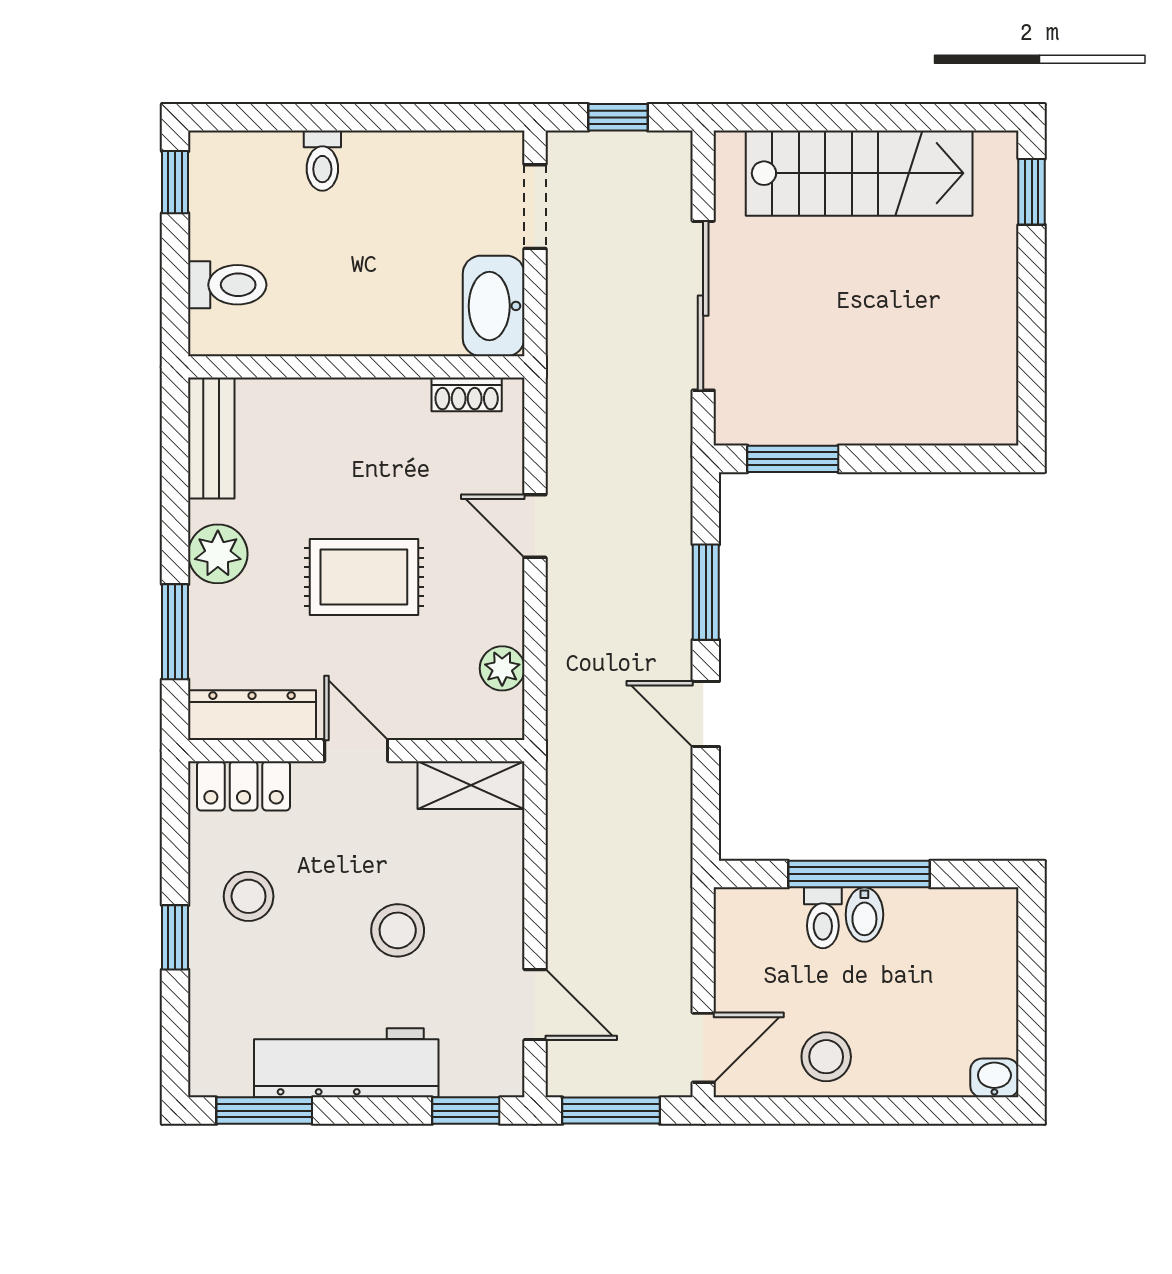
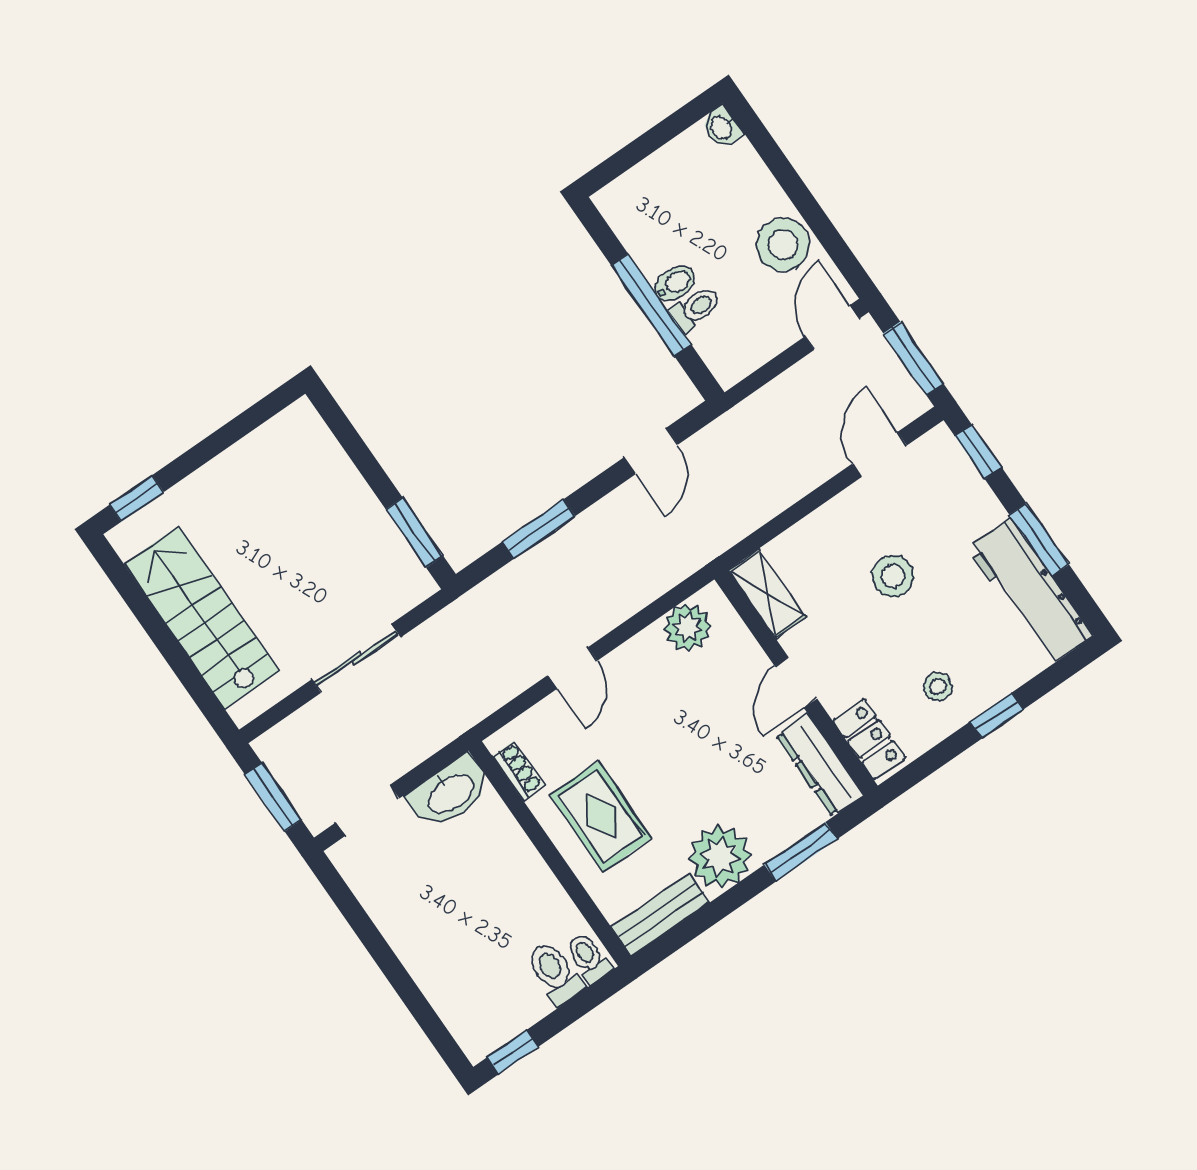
window: (618, 117) -> (273, 797), width x1.50
toilet: (322, 161) -> (589, 958), moved, turned -90
sliding door: (703, 306) -> (356, 658), width x0.73
plant: (218, 554) -> (720, 857), width x1.36, depth x1.36
rug: (364, 577) -> (601, 816), moved
plant: (502, 668) -> (687, 627), width x1.38, depth x1.38
door: (706, 714) -> (651, 451), moved
stool: (249, 896) -> (938, 687), width x0.73, depth x0.73
door: (703, 1048) -> (832, 328), hinge flipped
stool: (826, 1057) -> (783, 245), width x1.38, depth x1.38
workbench: (346, 1063) -> (1030, 592), moved
window: (264, 1111) -> (1039, 540), moved

